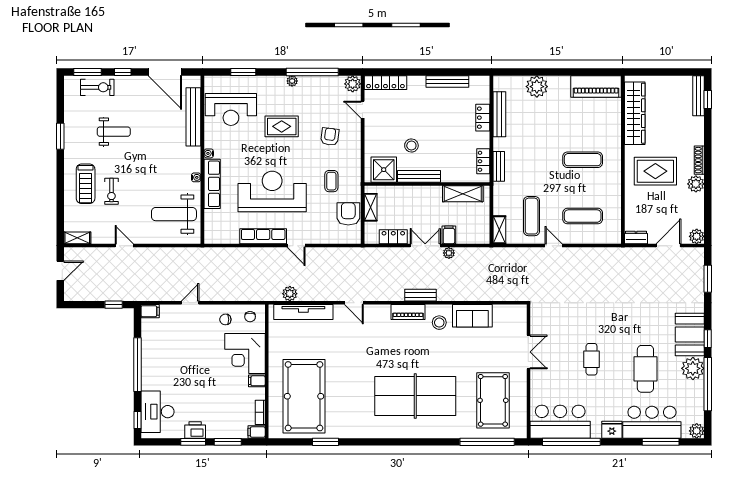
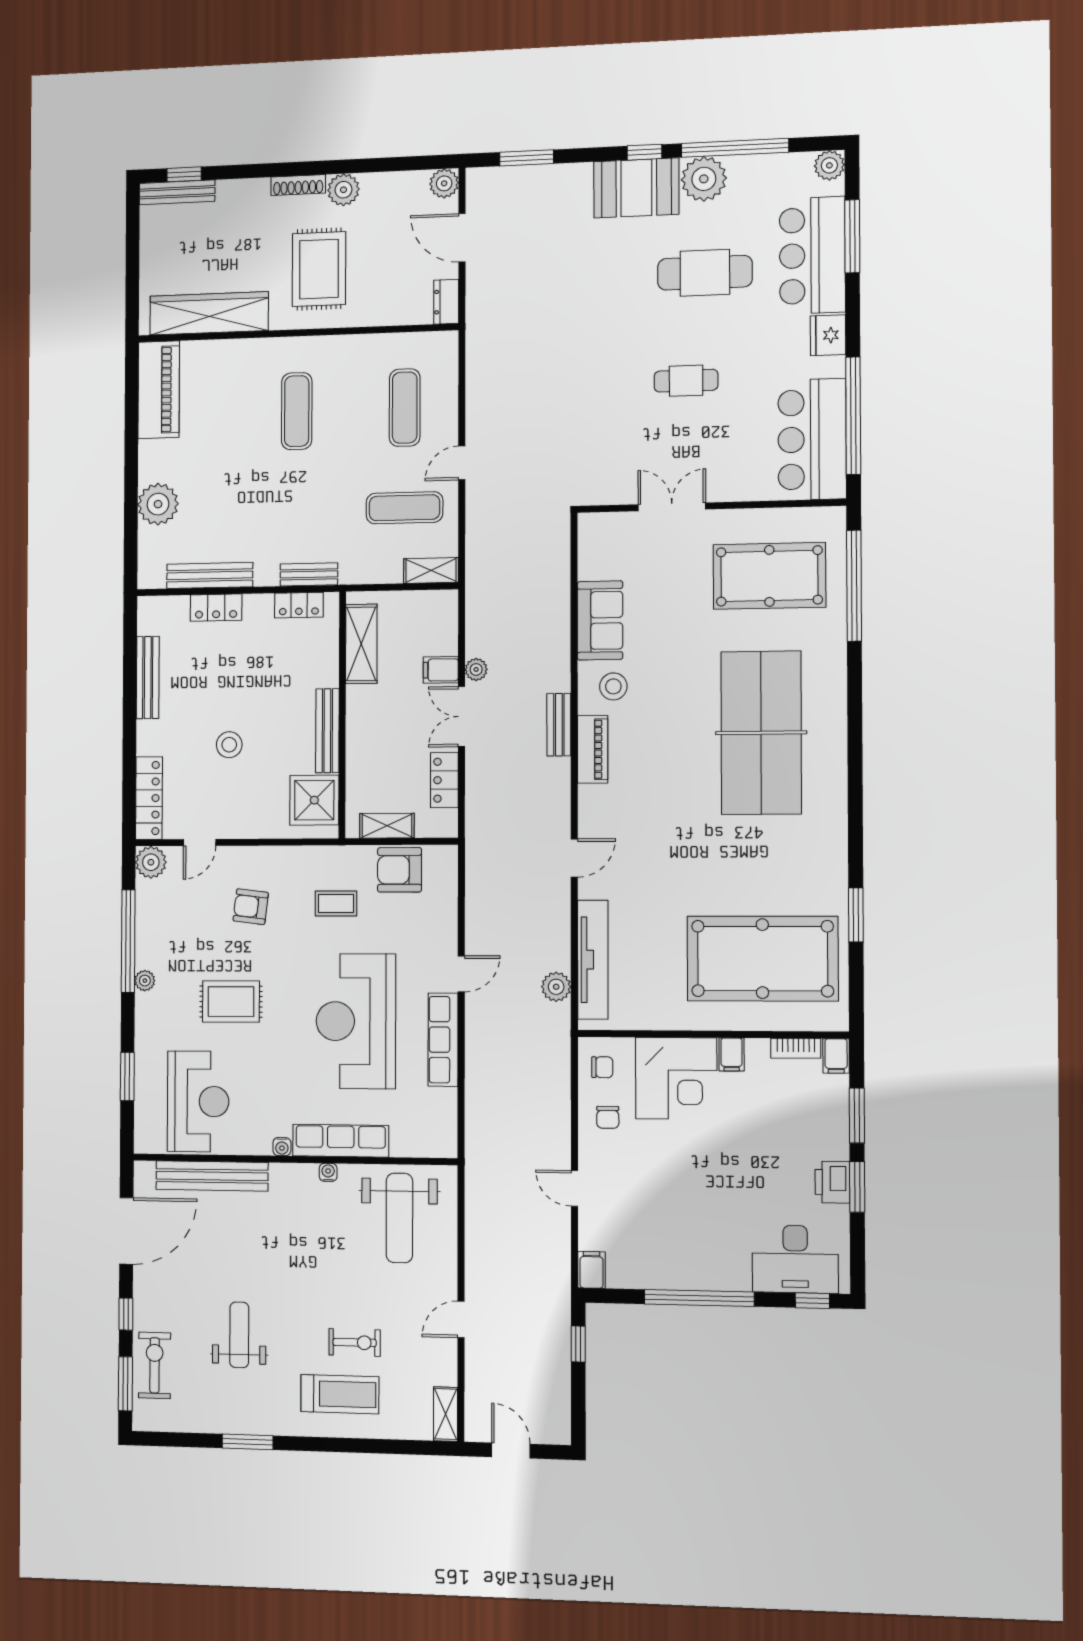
rug: (282, 126) -> (231, 1002), turned 90
stool: (411, 145) -> (229, 745), moved

